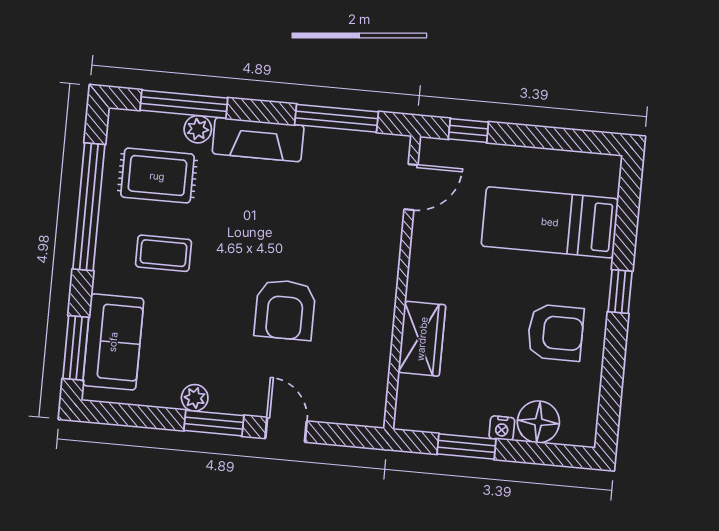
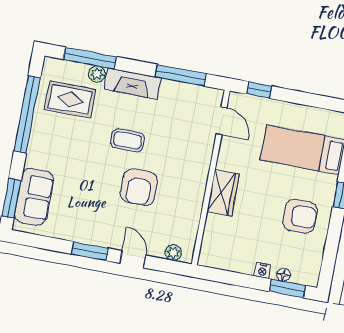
door: (411, 187) -> (222, 121), hinge flipped
coffee table: (164, 253) -> (127, 140), moved
wardrobe: (422, 339) -> (223, 193), moved
plant: (195, 398) -> (173, 253), moved
floor lamp: (538, 422) -> (284, 275), width x0.53, depth x0.53
window: (466, 446) -> (287, 288), moved

